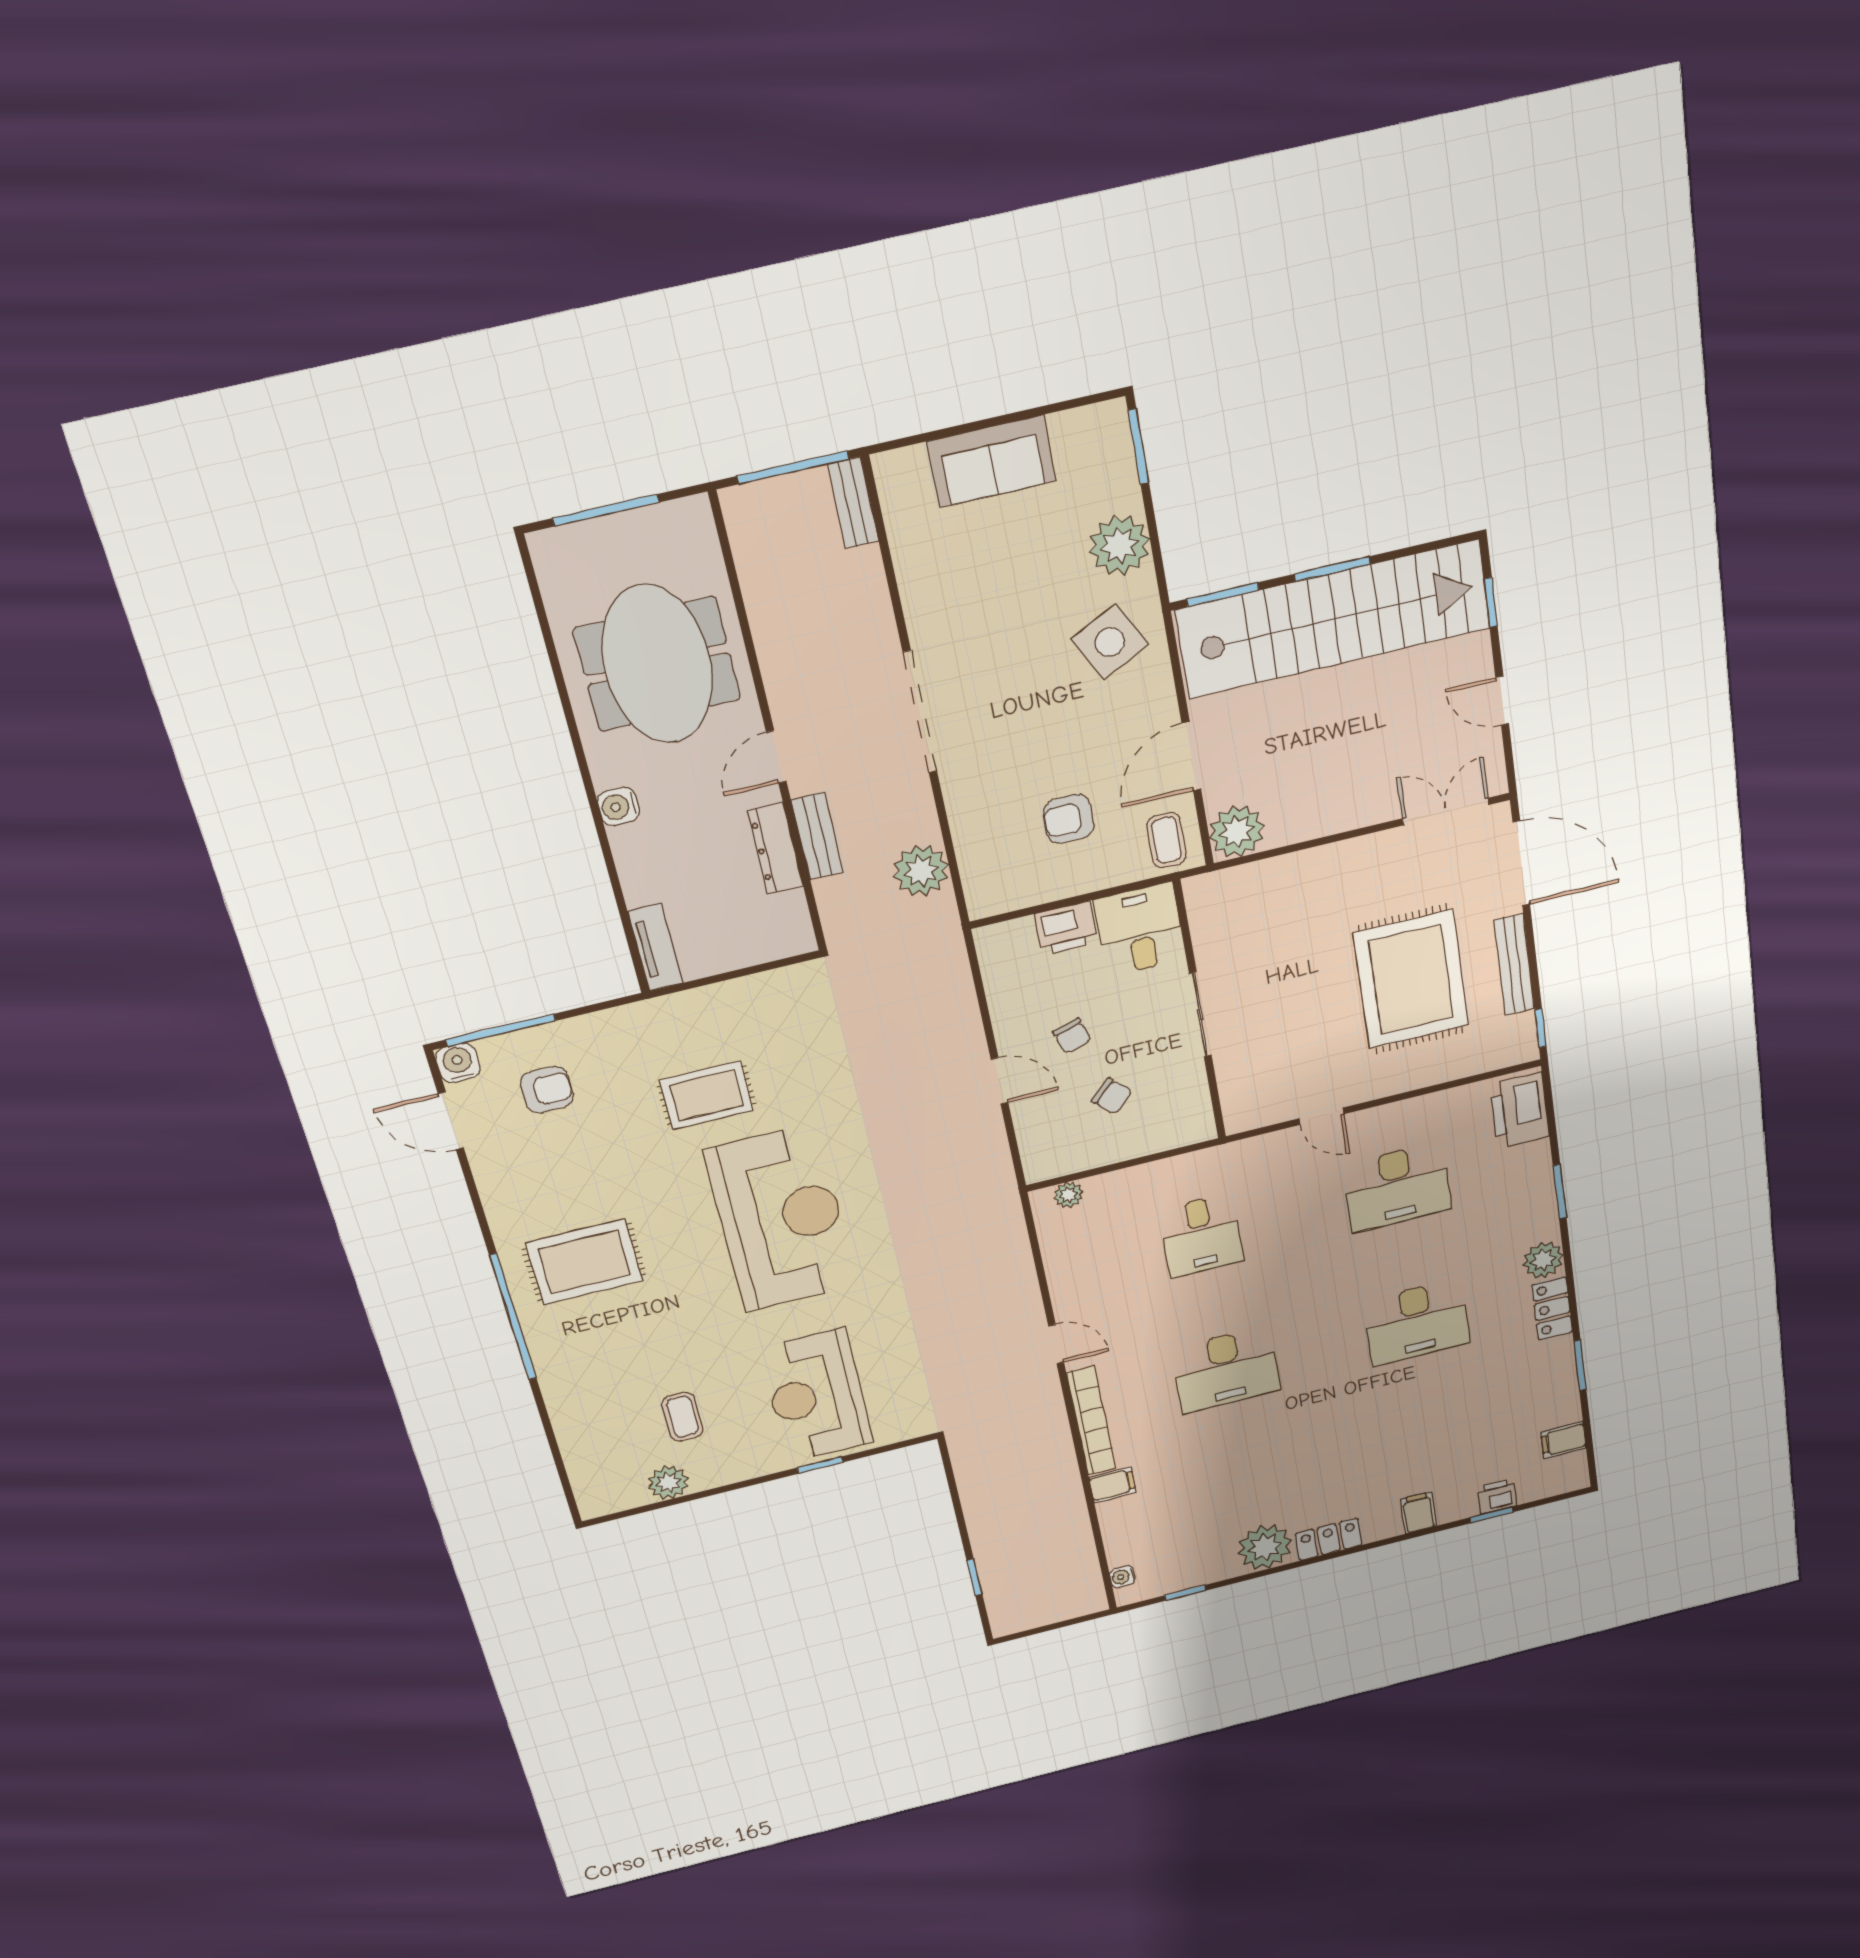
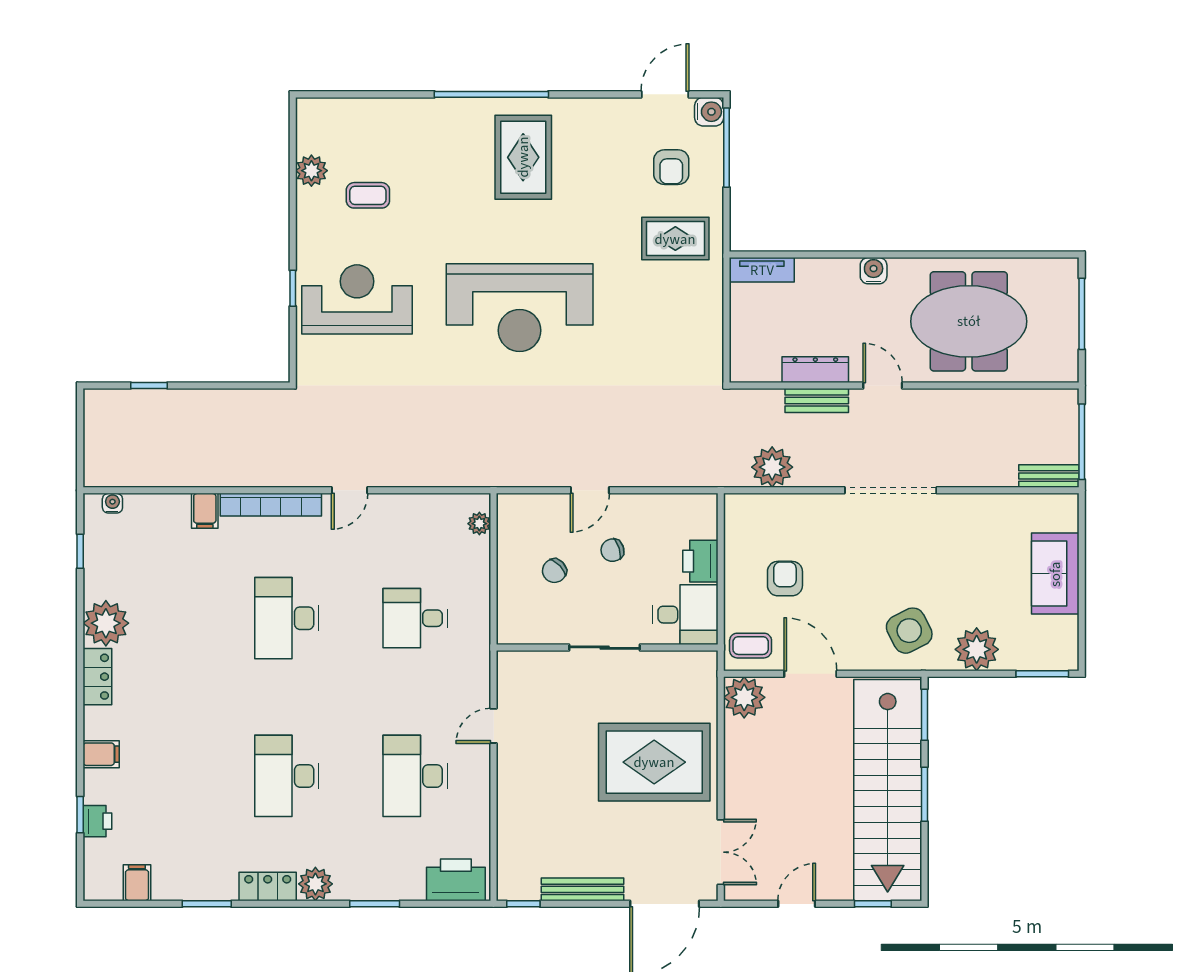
rug: (1411, 979) -> (654, 762), moved
rug: (707, 1095) -> (675, 239), moved, turned 90

